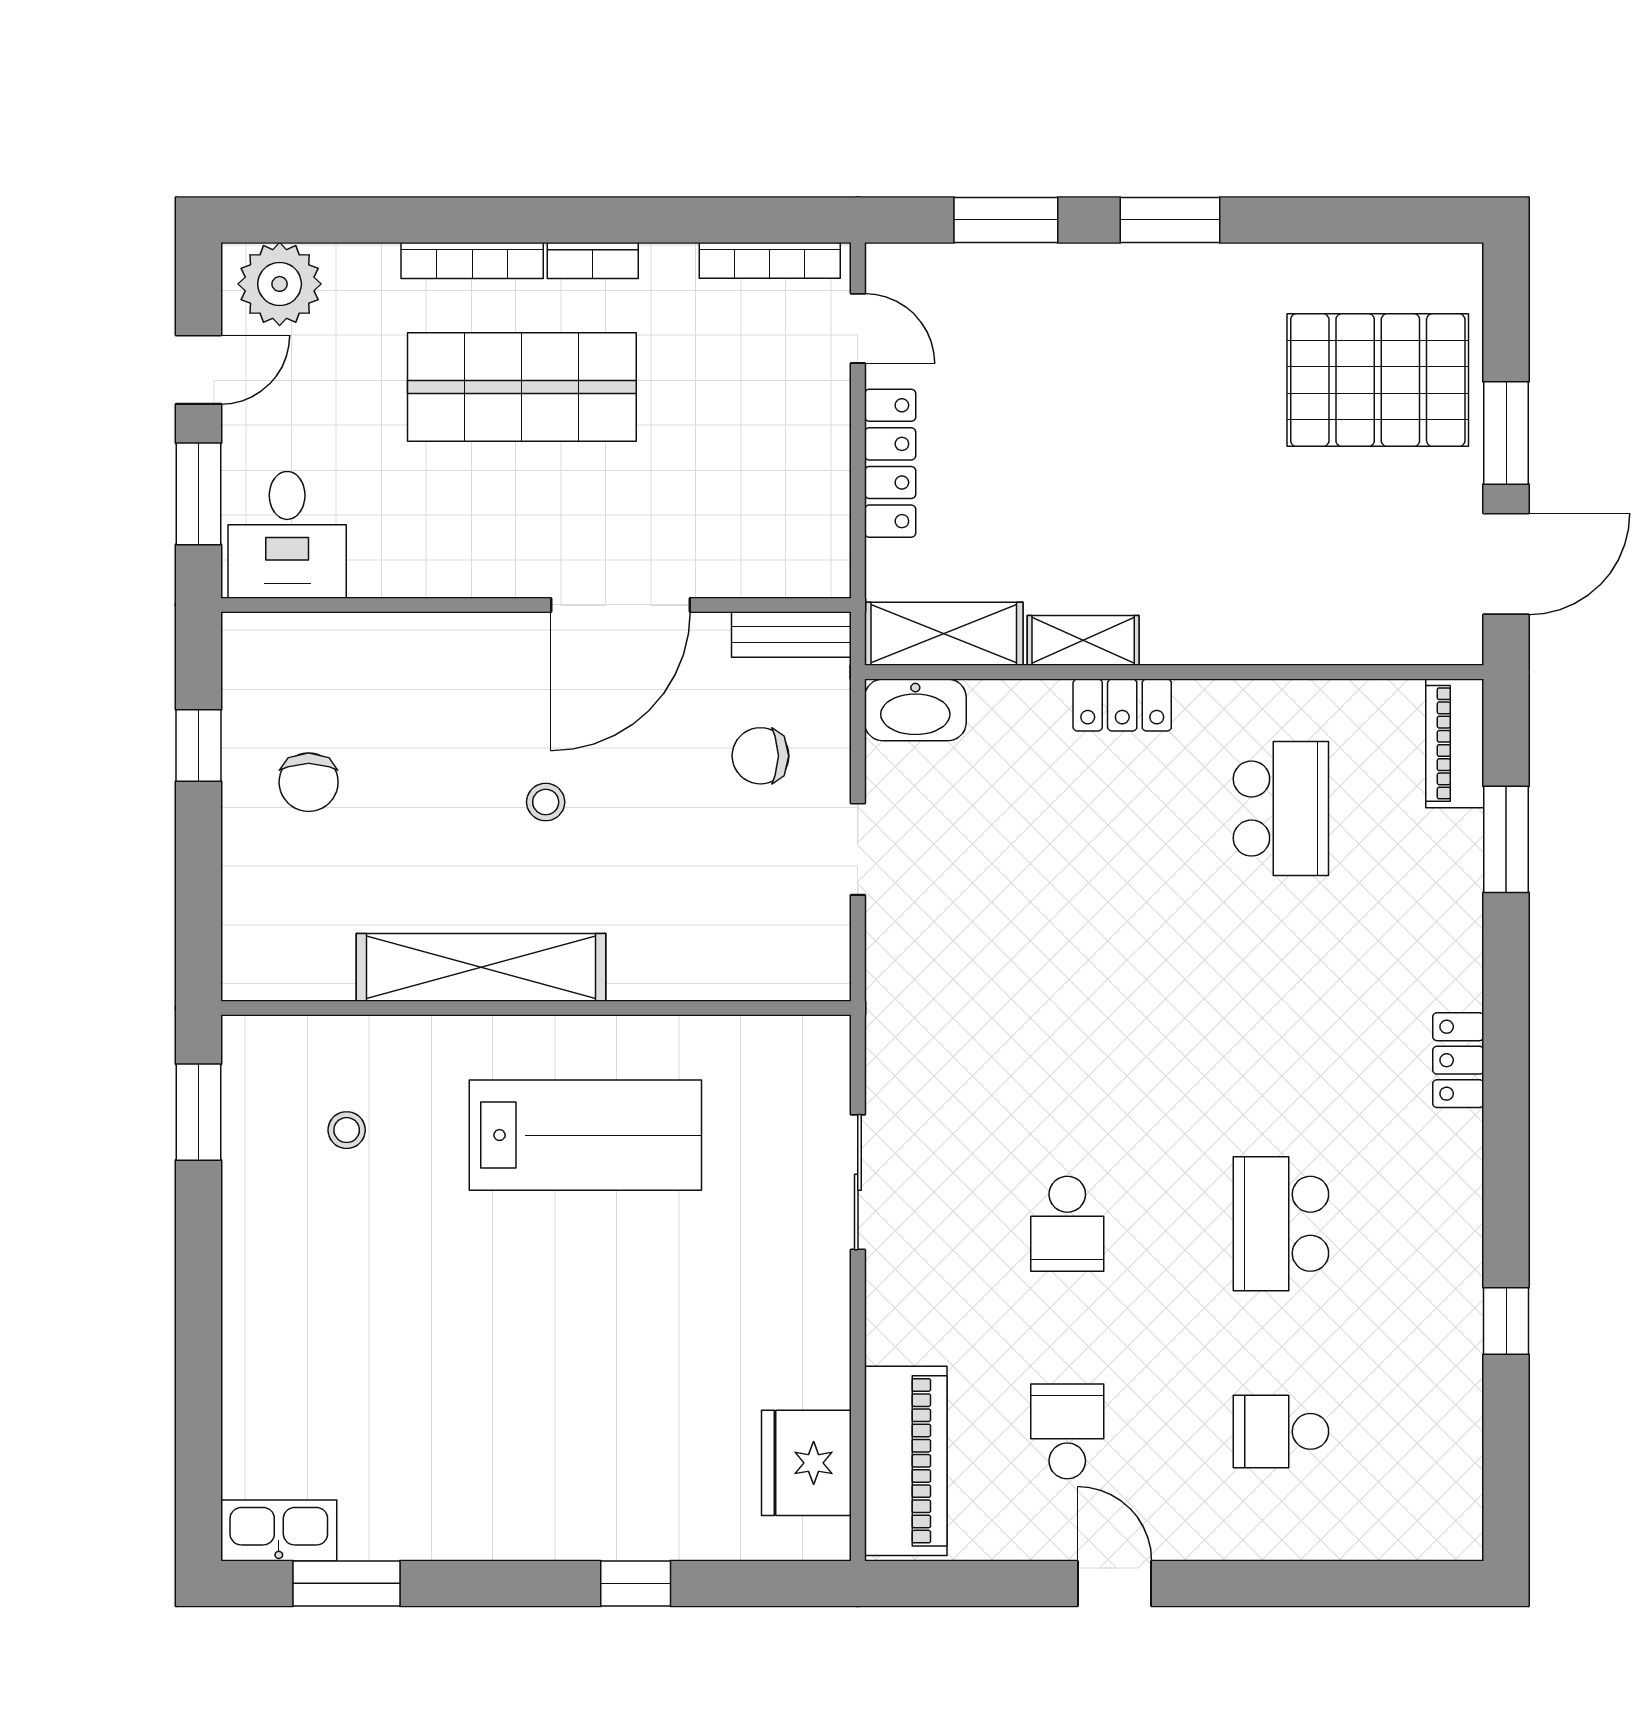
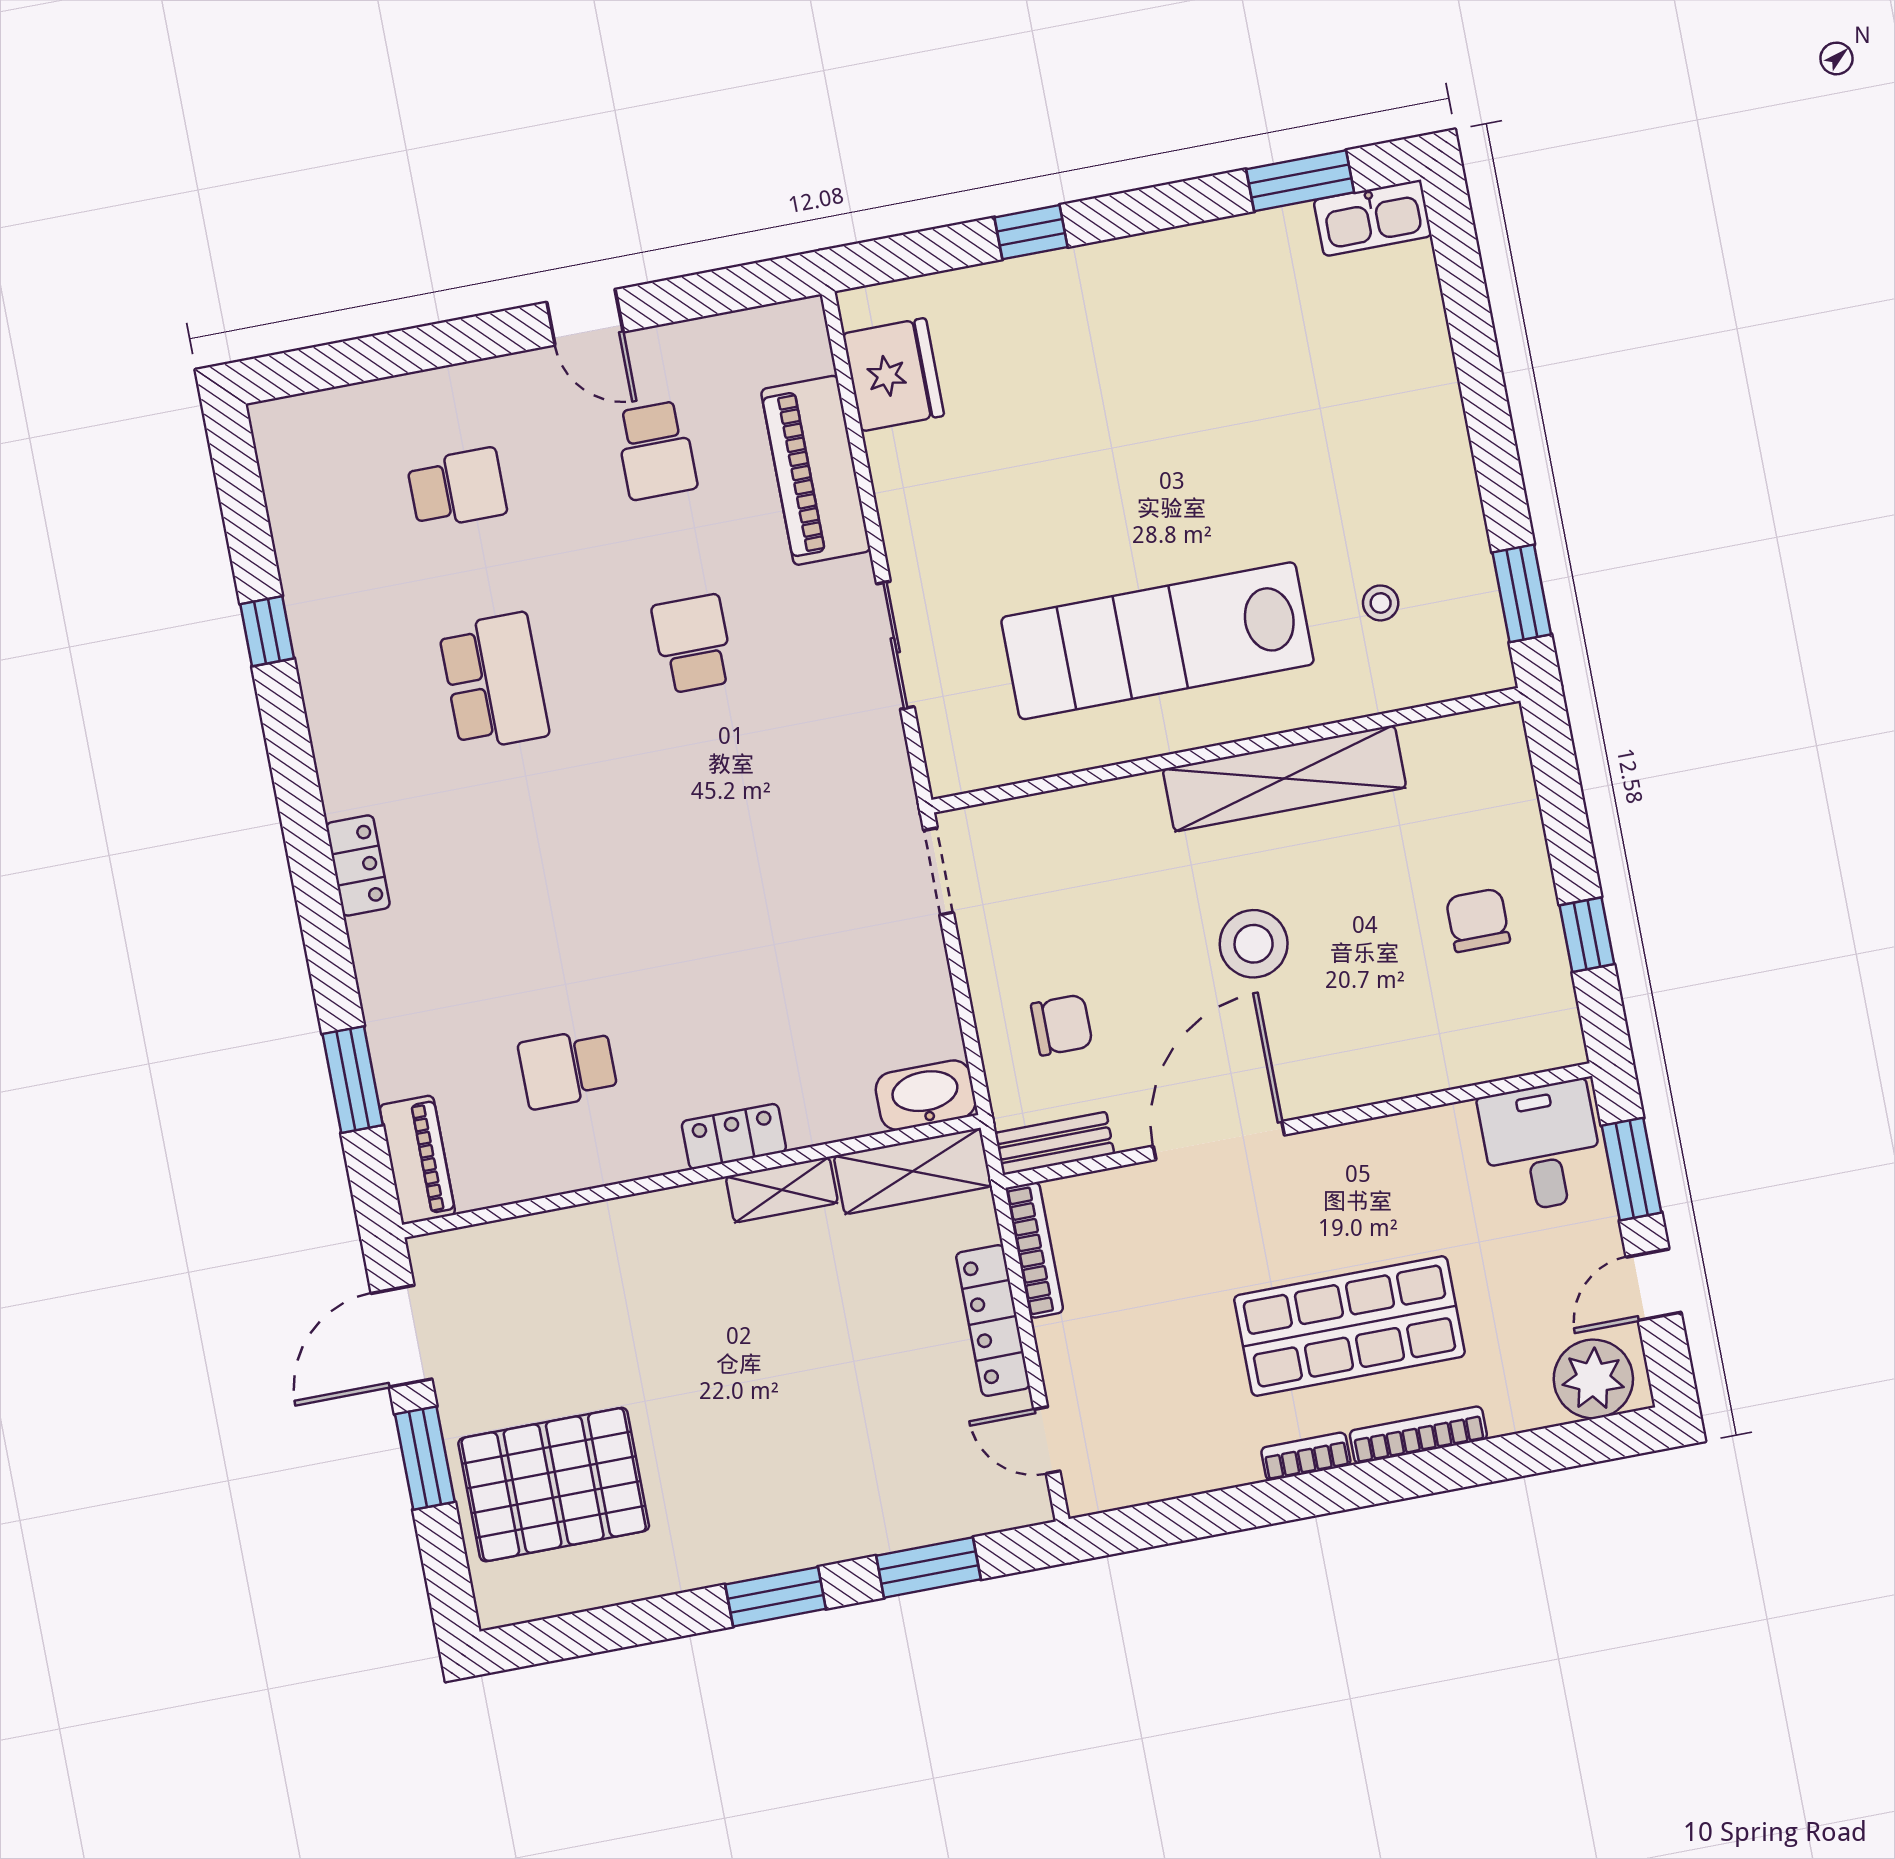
bookcase: (770, 260) -> (1035, 1250), moved, turned 90
stool: (546, 802) -> (1254, 944), width x1.89, depth x1.89
school desk: (1281, 809) -> (568, 1068), width x0.54
doorway: (858, 849) -> (938, 871), moved
lab bench: (585, 1135) -> (1157, 641), width x1.36
piano: (906, 1461) -> (816, 470), moved

